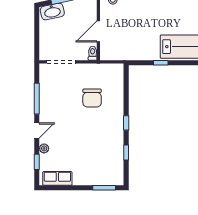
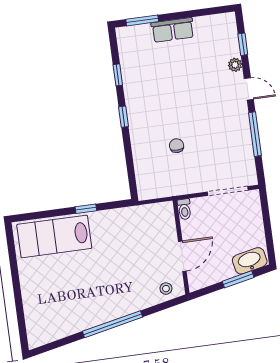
door: (98, 31) -> (182, 256), moved
chair: (92, 98) -> (177, 146), width x0.54, depth x0.54
door: (37, 131) -> (249, 89), swing flipped
row of seats: (57, 178) -> (173, 30), moved

